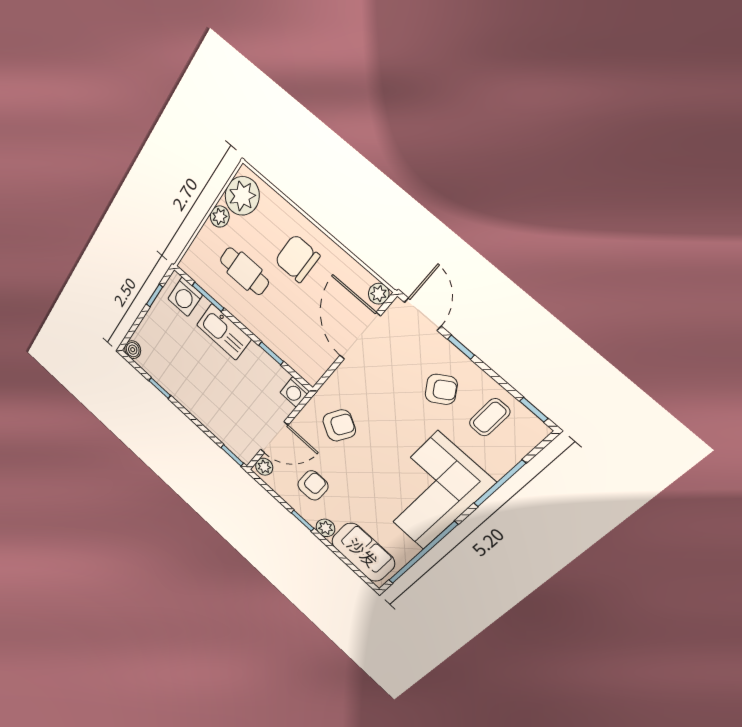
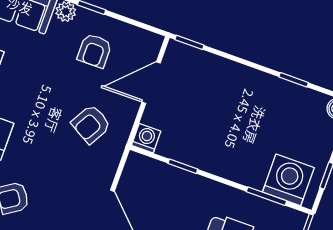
washing machine: (185, 297) -> (288, 180), width x1.37, depth x1.37
kitchen sink: (224, 332) -> (239, 168), removed
plant: (264, 467) -> (151, 46), removed

